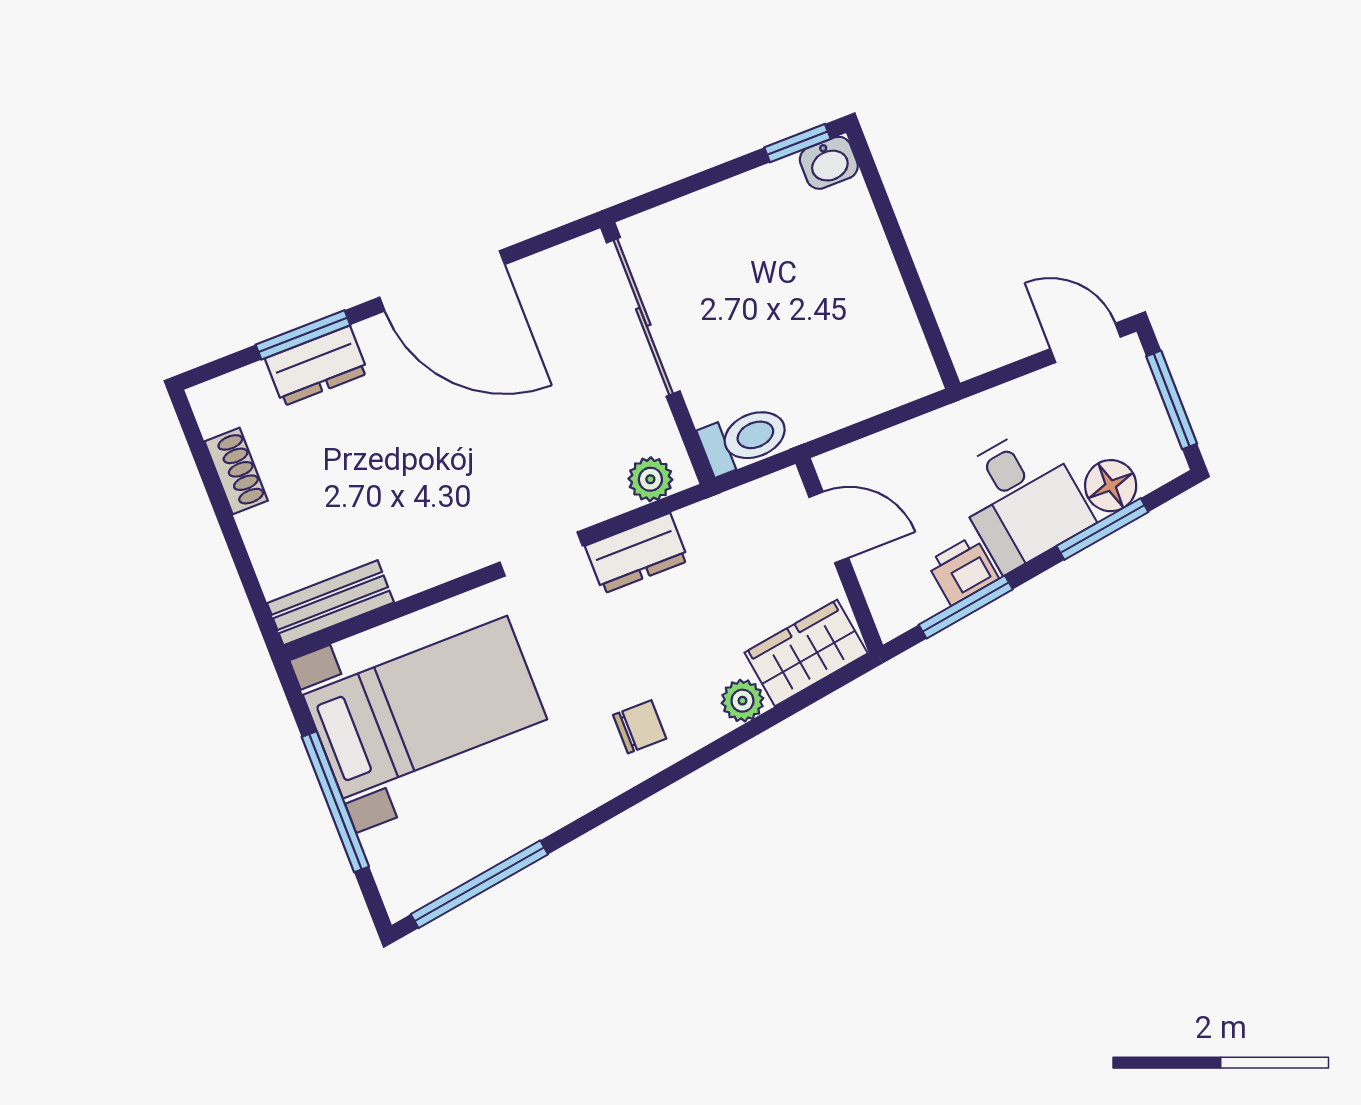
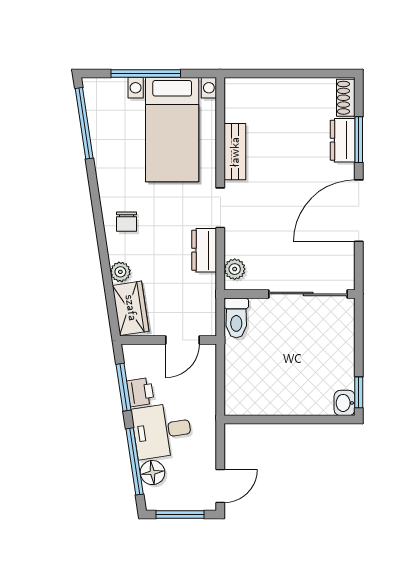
shoe rack: (236, 471) -> (346, 98), moved, turned 90
window: (1102, 529) -> (135, 461), width x1.44
bench: (330, 603) -> (235, 152), moved

